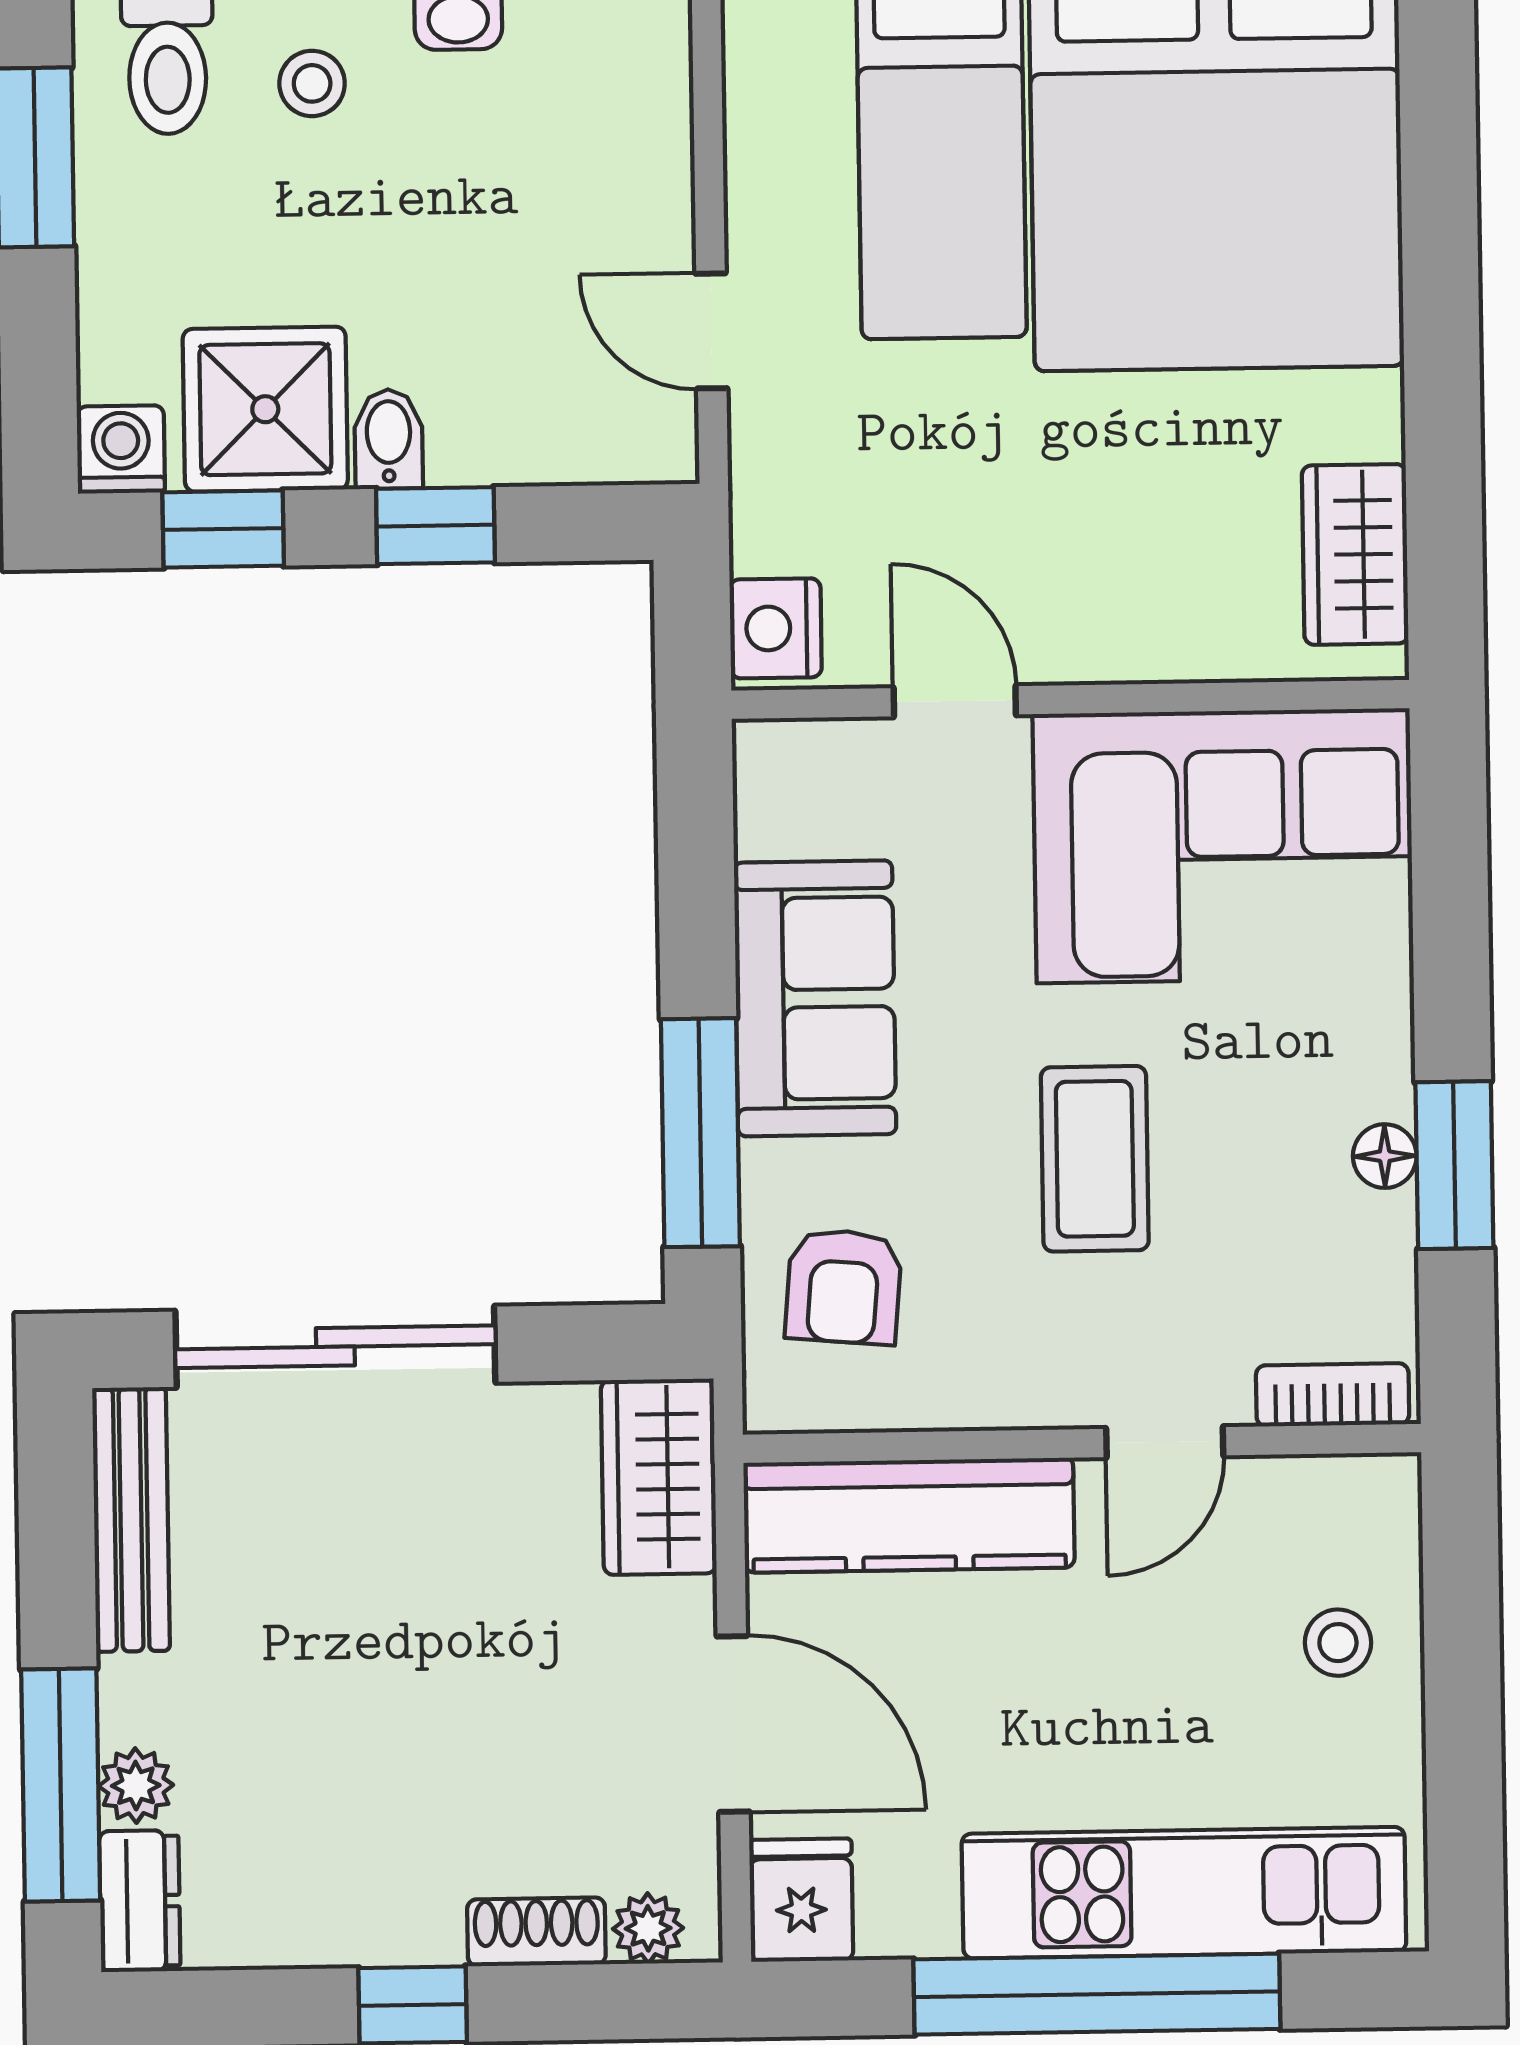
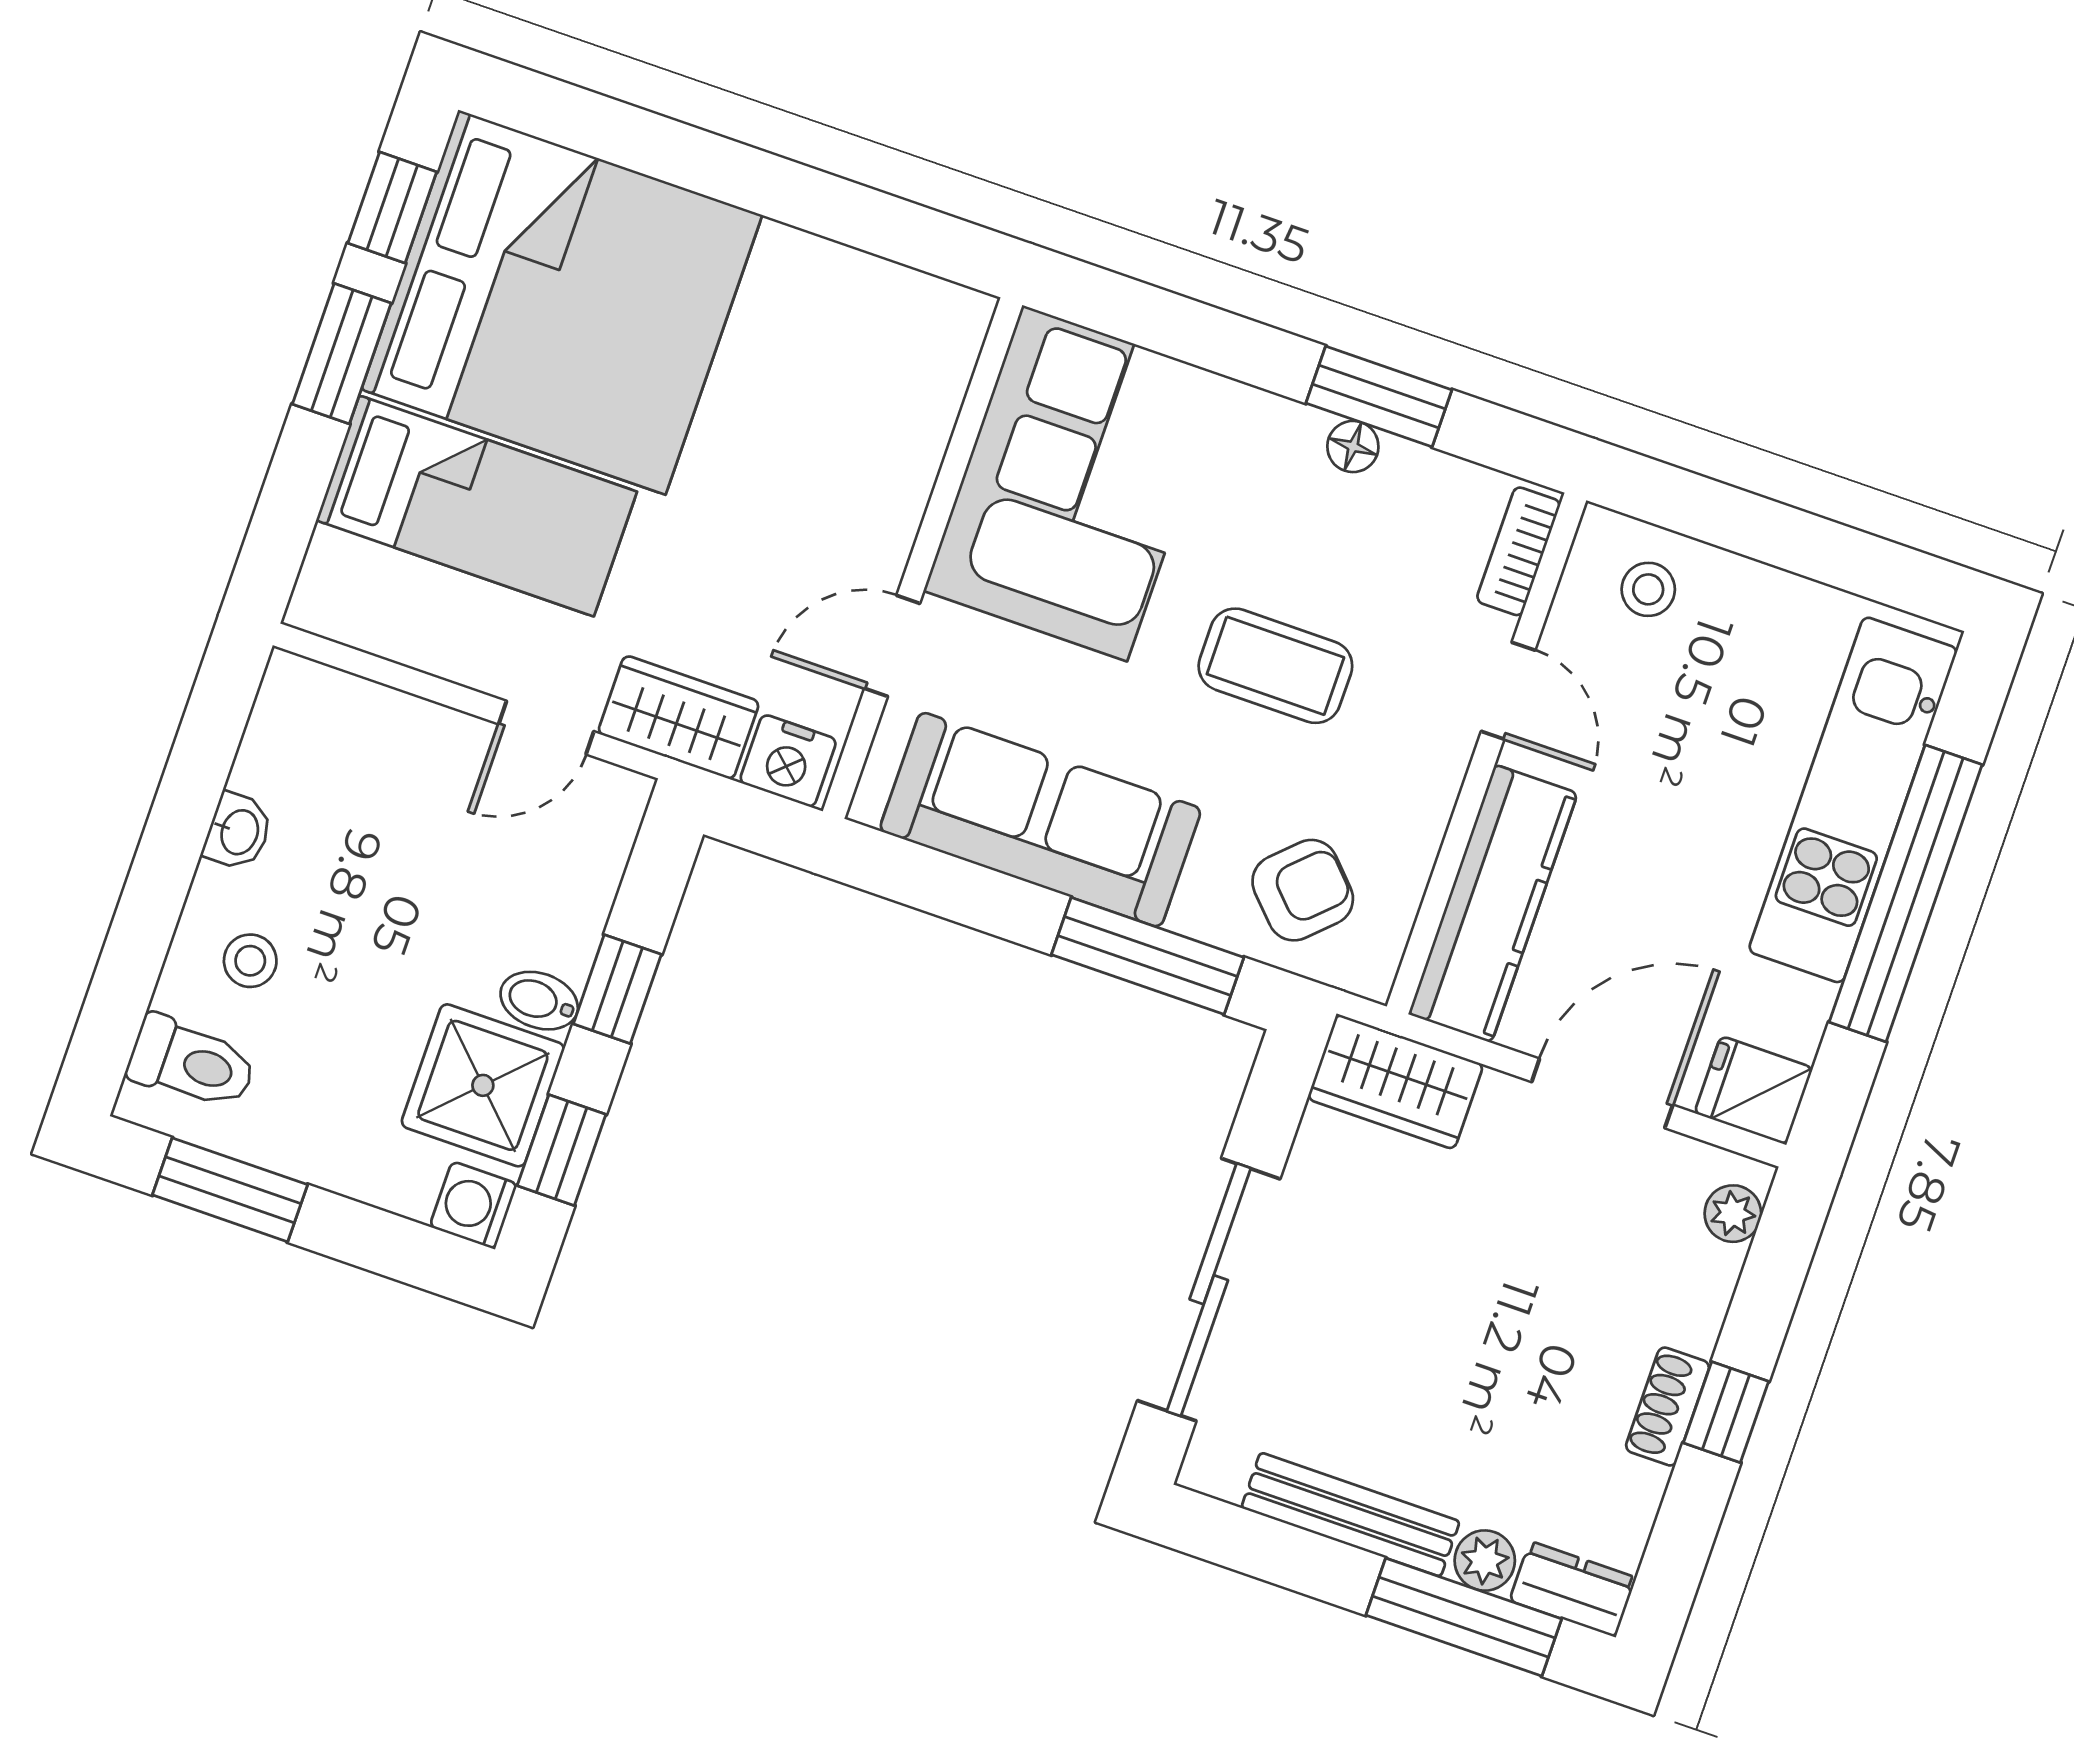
wardrobe: (1355, 554) -> (679, 717), moved, turned 180
sofa: (815, 998) -> (1040, 820), width x1.36
armchair: (844, 1287) -> (1303, 890), turned -49
bench: (131, 1520) -> (1350, 1515), moved
stool: (1338, 1643) -> (1648, 589), moved
shoe rack: (536, 1932) -> (1668, 1407), moved

